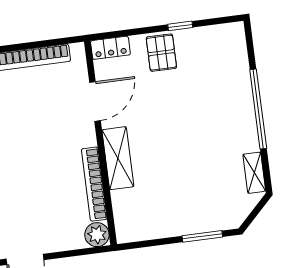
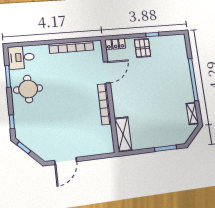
shelving: (118, 158) -> (123, 134), moved
bookcase: (94, 184) -> (104, 104), moved
plant: (97, 235) -> (107, 147), removed

